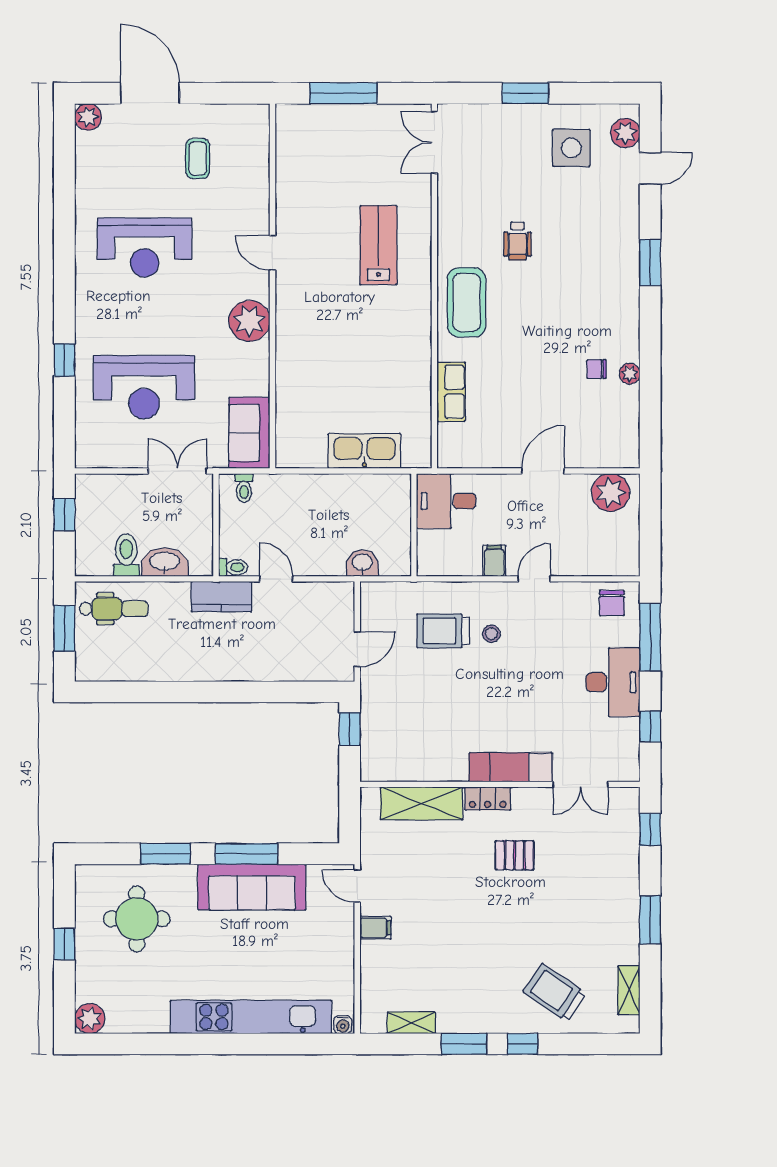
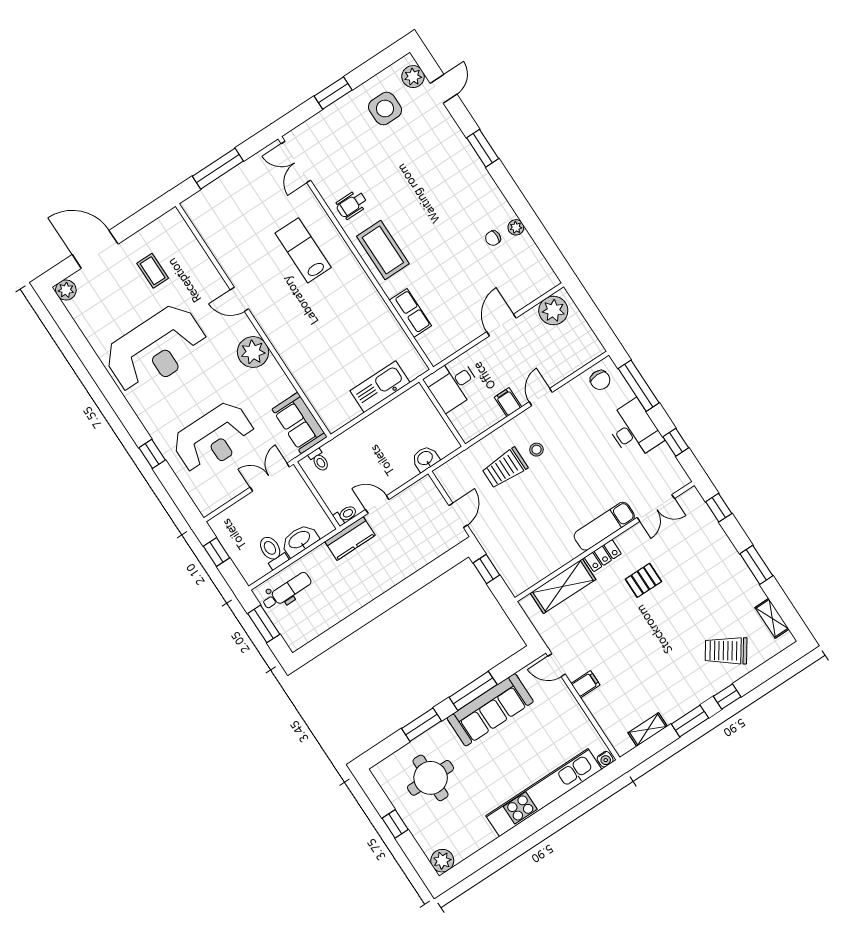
wheelchair: (518, 241) -> (352, 205), moved, turned 90
reception desk: (145, 248) -> (156, 349), width x1.36, depth x1.30

